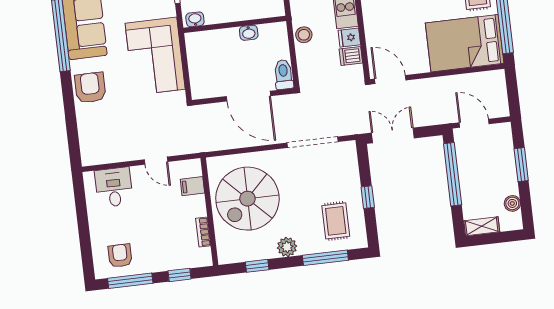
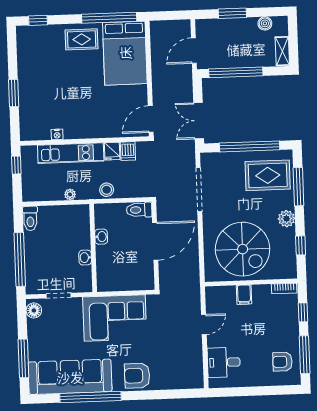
washbasin: (195, 19) -> (85, 258), moved
filing cabinet: (192, 186) -> (244, 295), moved
window: (368, 197) -> (250, 146), width x3.17
rug: (336, 221) -> (268, 175), width x1.36, depth x1.43
bookcase: (203, 232) -> (284, 289), moved

